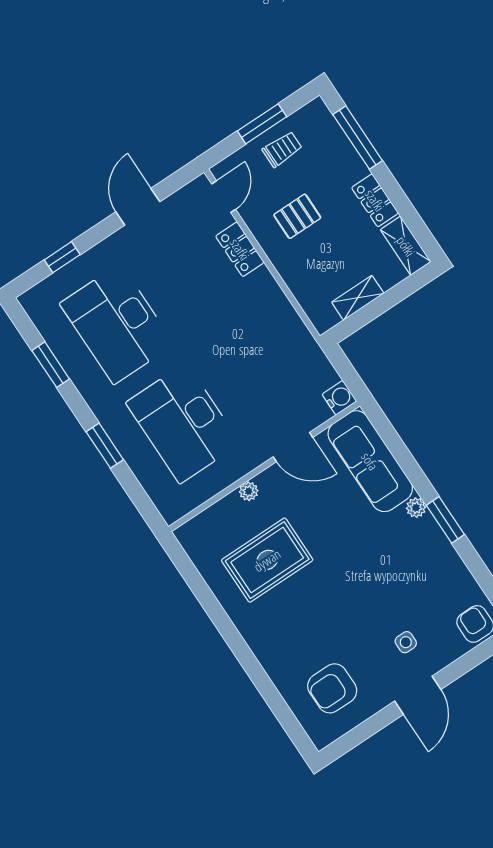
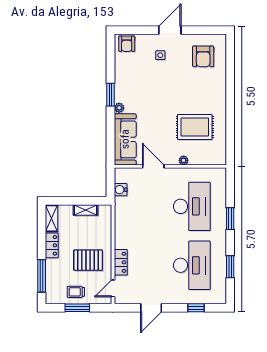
pallet: (297, 216) -> (88, 260), width x1.50, depth x1.42
water cooler: (339, 398) -> (121, 190), moved
armchair: (332, 688) -> (203, 56), turned 90

